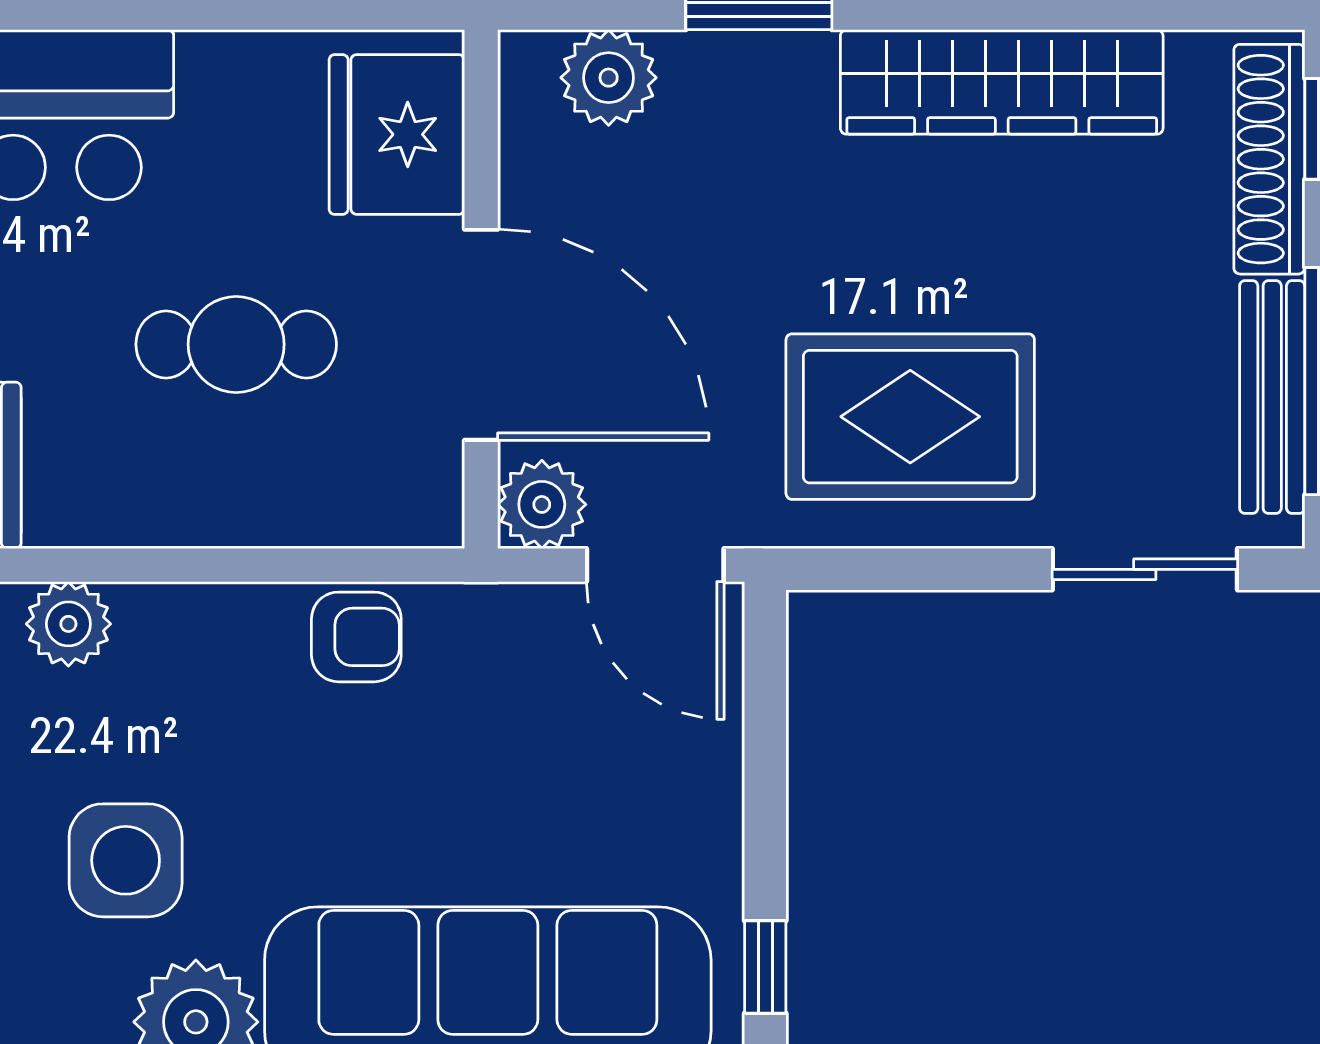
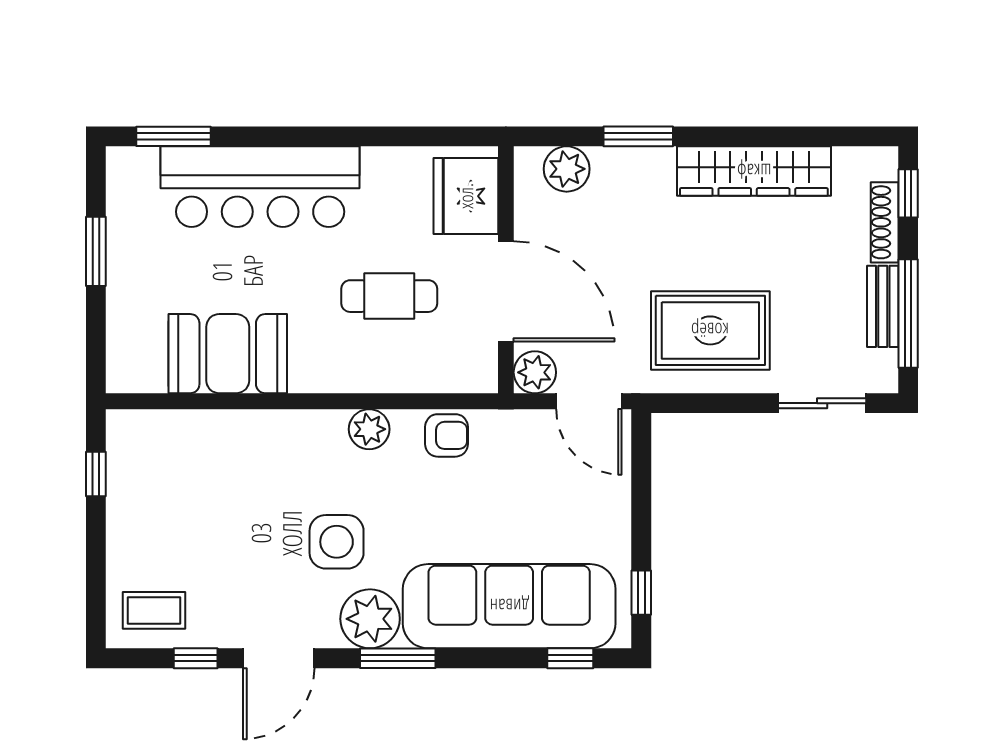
shoe rack: (1269, 159) -> (885, 222), width x0.74, depth x0.81
bench: (1272, 397) -> (883, 306), width x0.73
plant: (68, 624) -> (369, 429), moved

